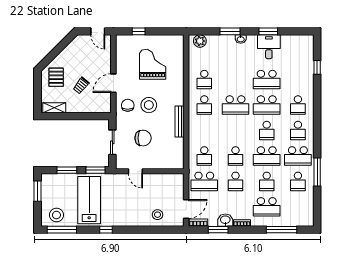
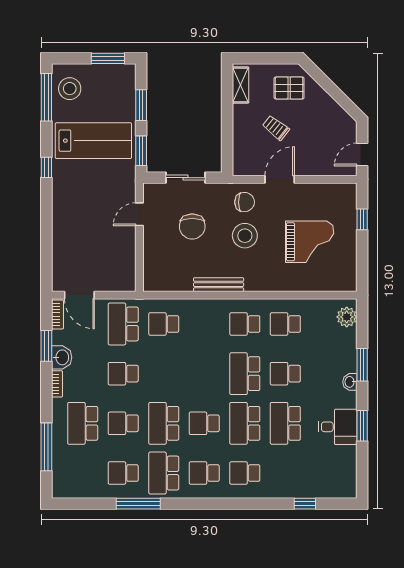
door: (113, 83) -> (280, 179), hinge flipped
school desk: (235, 156) -> (285, 374), moved
stool: (158, 215) -> (70, 250), removed

